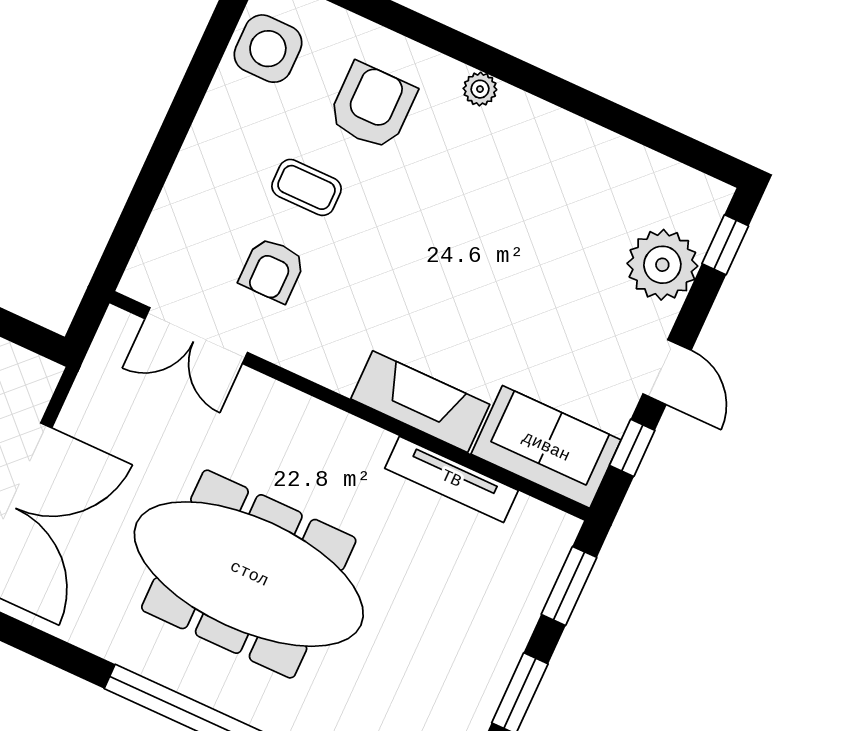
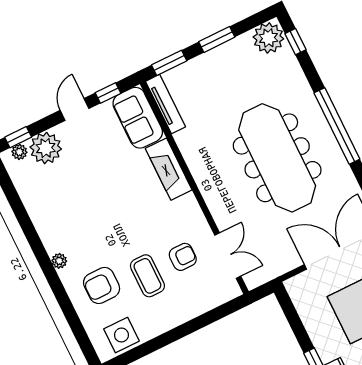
coffee table: (307, 187) -> (147, 276), width x1.36, depth x1.30
plant: (702, 221) -> (19, 152), added
tv unit: (451, 479) -> (165, 104), moved

